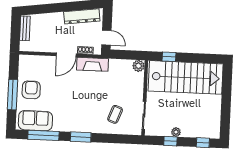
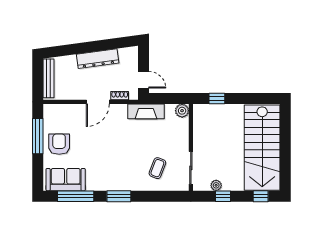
dresser: (82, 16) -> (98, 59), moved
bench: (25, 28) -> (49, 78), width x1.36
fireplace: (92, 64) -> (146, 111), moved
stairs: (186, 77) -> (262, 148), moved, turned 90
window: (13, 95) -> (38, 136), moved
plant: (176, 132) -> (216, 185), moved

